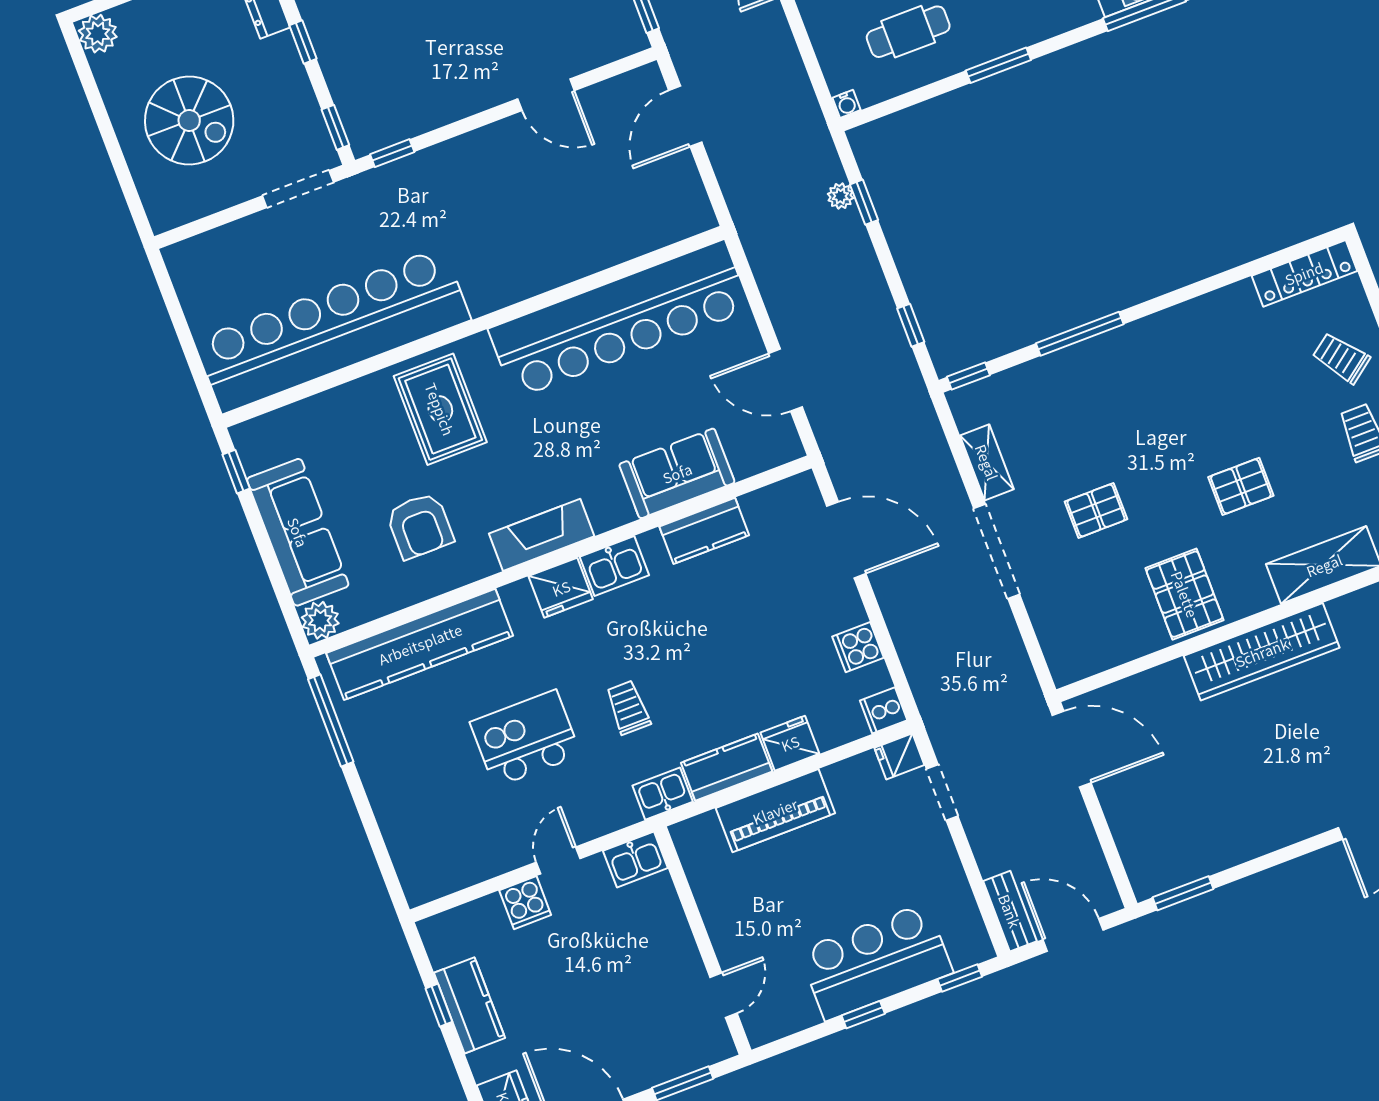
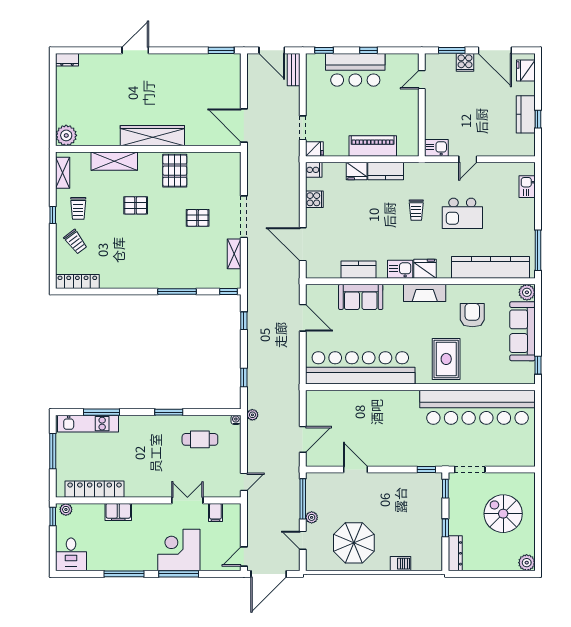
plant: (840, 196) -> (252, 415), moved
kitchen sink: (663, 794) -> (527, 187), moved, turned 90
cooker: (525, 903) -> (465, 62), moved, turned 180

